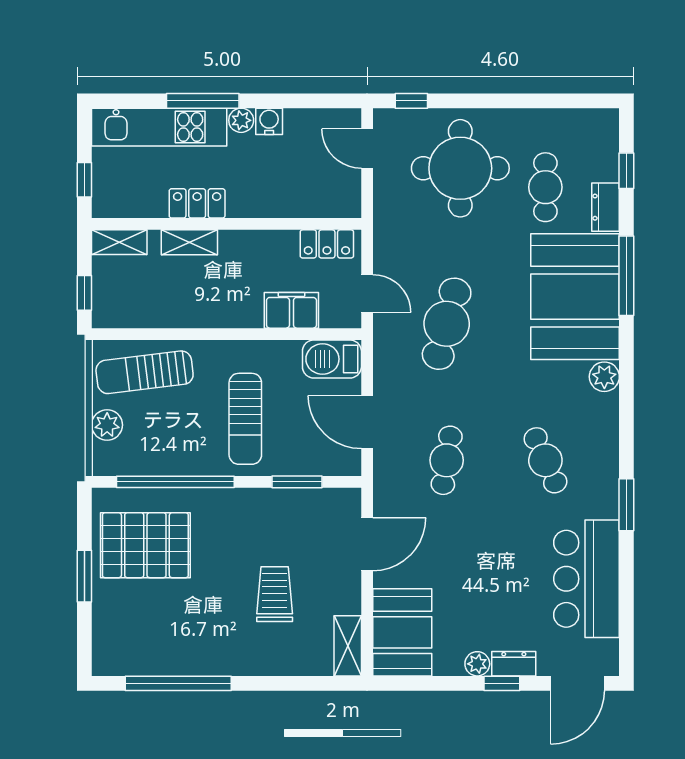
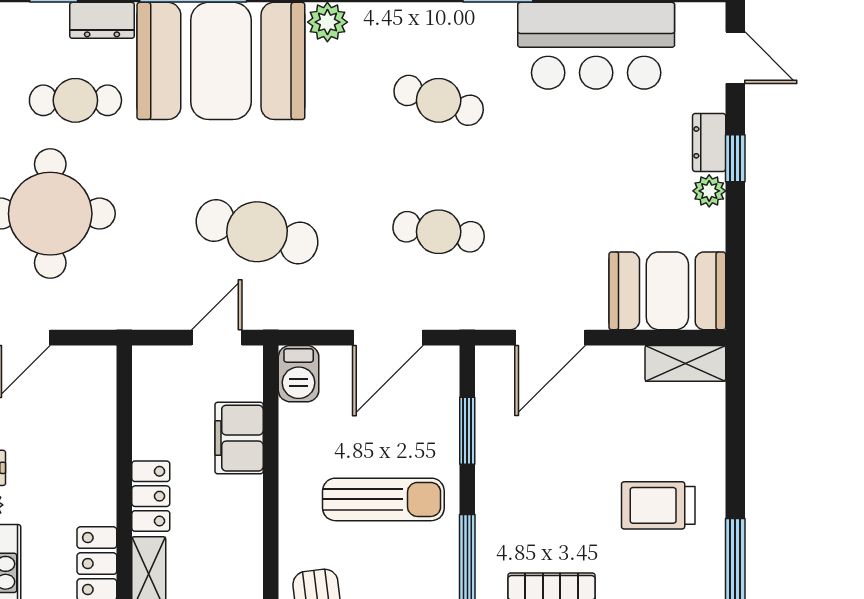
locker: (327, 244) -> (151, 496), moved
barbecue: (332, 359) -> (299, 374), width x0.73, depth x0.79
cafe table: (545, 460) -> (439, 100), turned 42
door: (367, 544) -> (550, 338), swing flipped
trolley: (275, 594) -> (658, 505), moved
door: (577, 683) -> (735, 58), width x0.73

